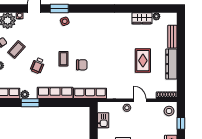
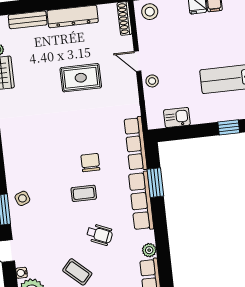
rug: (143, 61) -> (81, 78), moved
door: (140, 100) -> (138, 61), hinge flipped
window: (30, 103) -> (155, 183), moved

